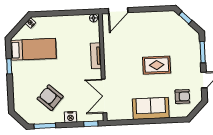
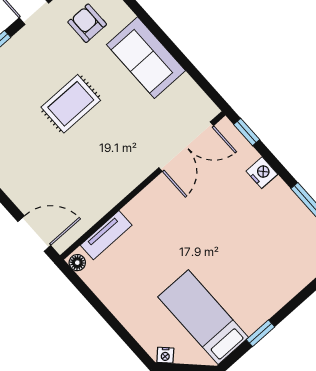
tv unit: (96, 56) -> (106, 235), moved
rug: (157, 65) -> (71, 104), turned 90
armchair: (50, 98) -> (258, 229), removed

